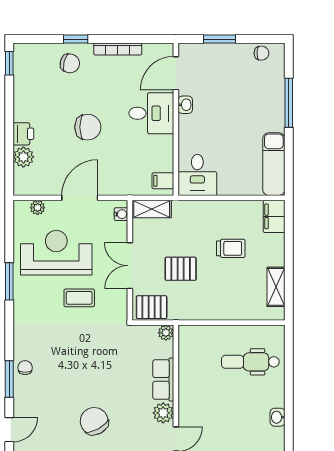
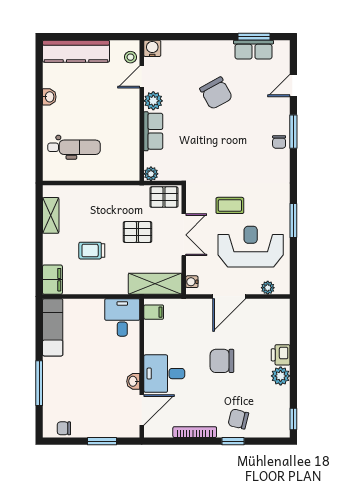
plant: (23, 157) -> (281, 376), moved
shelving: (152, 209) -> (155, 284), width x1.50, depth x1.33
reception desk: (56, 253) -> (251, 247), turned 180

